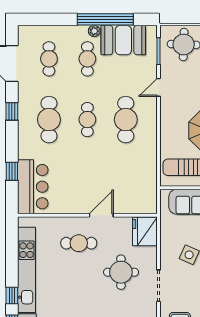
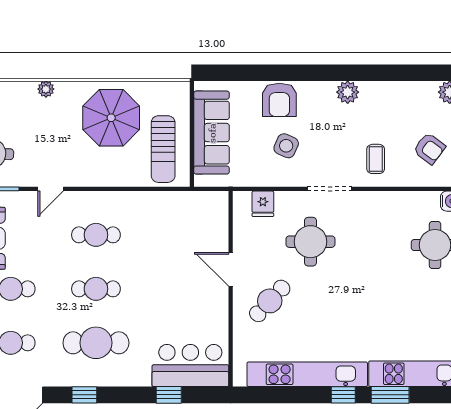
door: (158, 87) -> (51, 189), hinge flipped
cafe table: (126, 120) -> (96, 235), width x0.73, depth x0.74
fridge: (145, 232) -> (263, 204), width x0.53, depth x0.75
cafe table: (79, 243) -> (270, 301), turned 43

